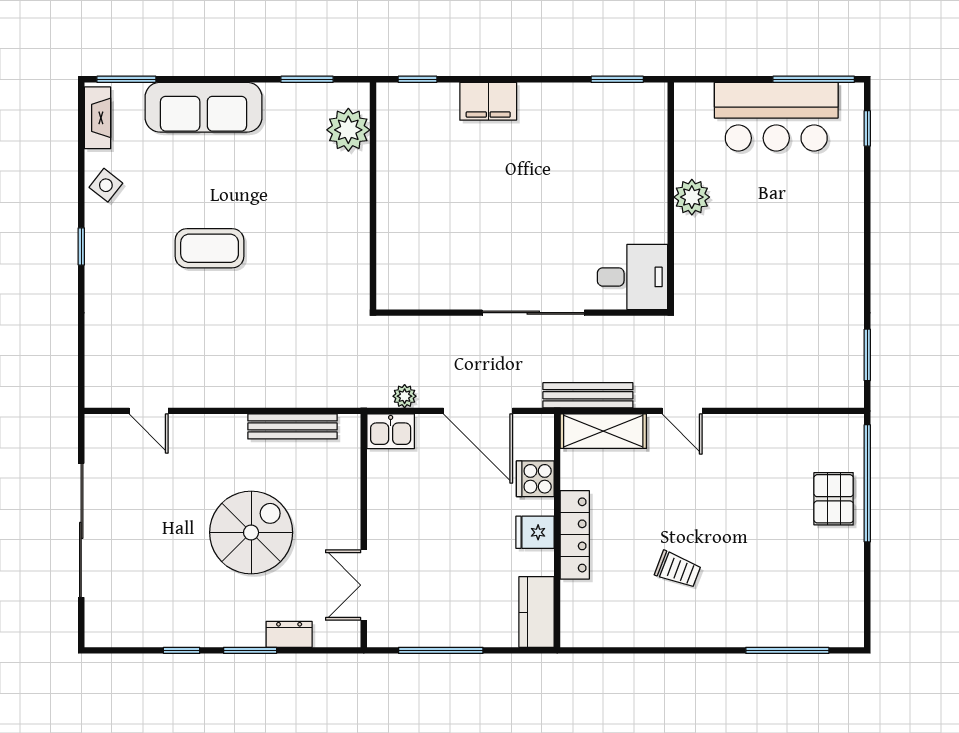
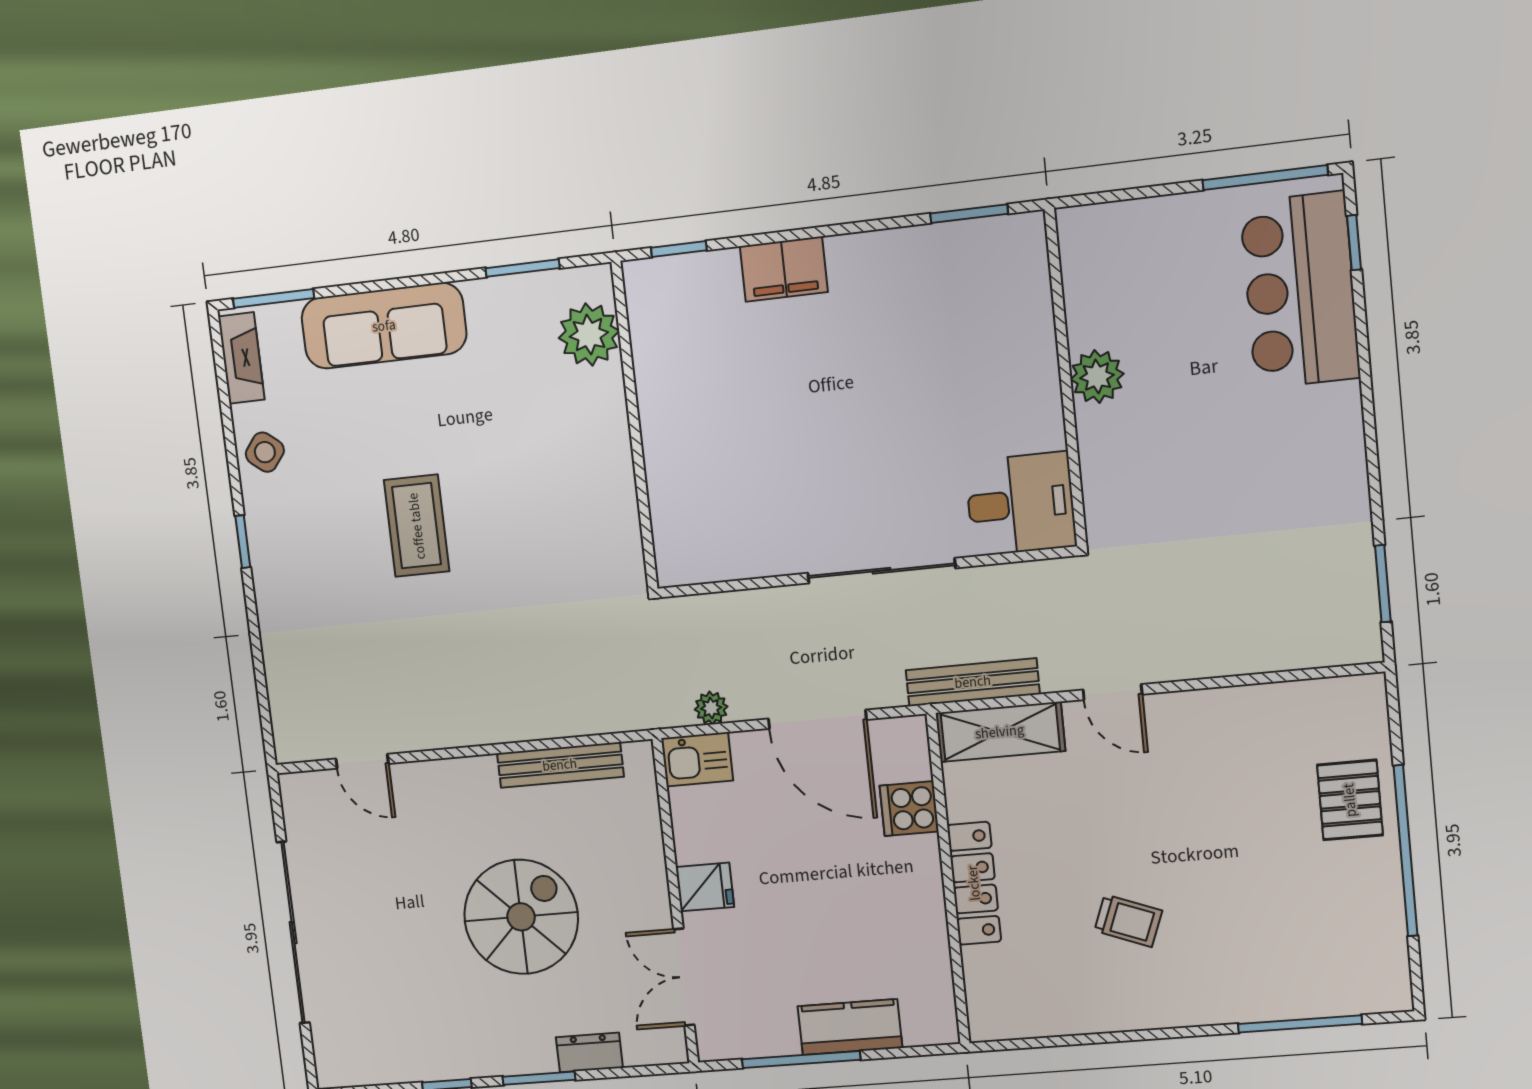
bar counter: (776, 117) -> (1300, 290), moved, turned 90
coffee table: (210, 248) -> (417, 526), turned 90
window: (867, 483) -> (1406, 851), moved
fridge: (535, 532) -> (705, 887), moved, turned 180
kitchen counter: (536, 612) -> (850, 1027), moved, turned 90

